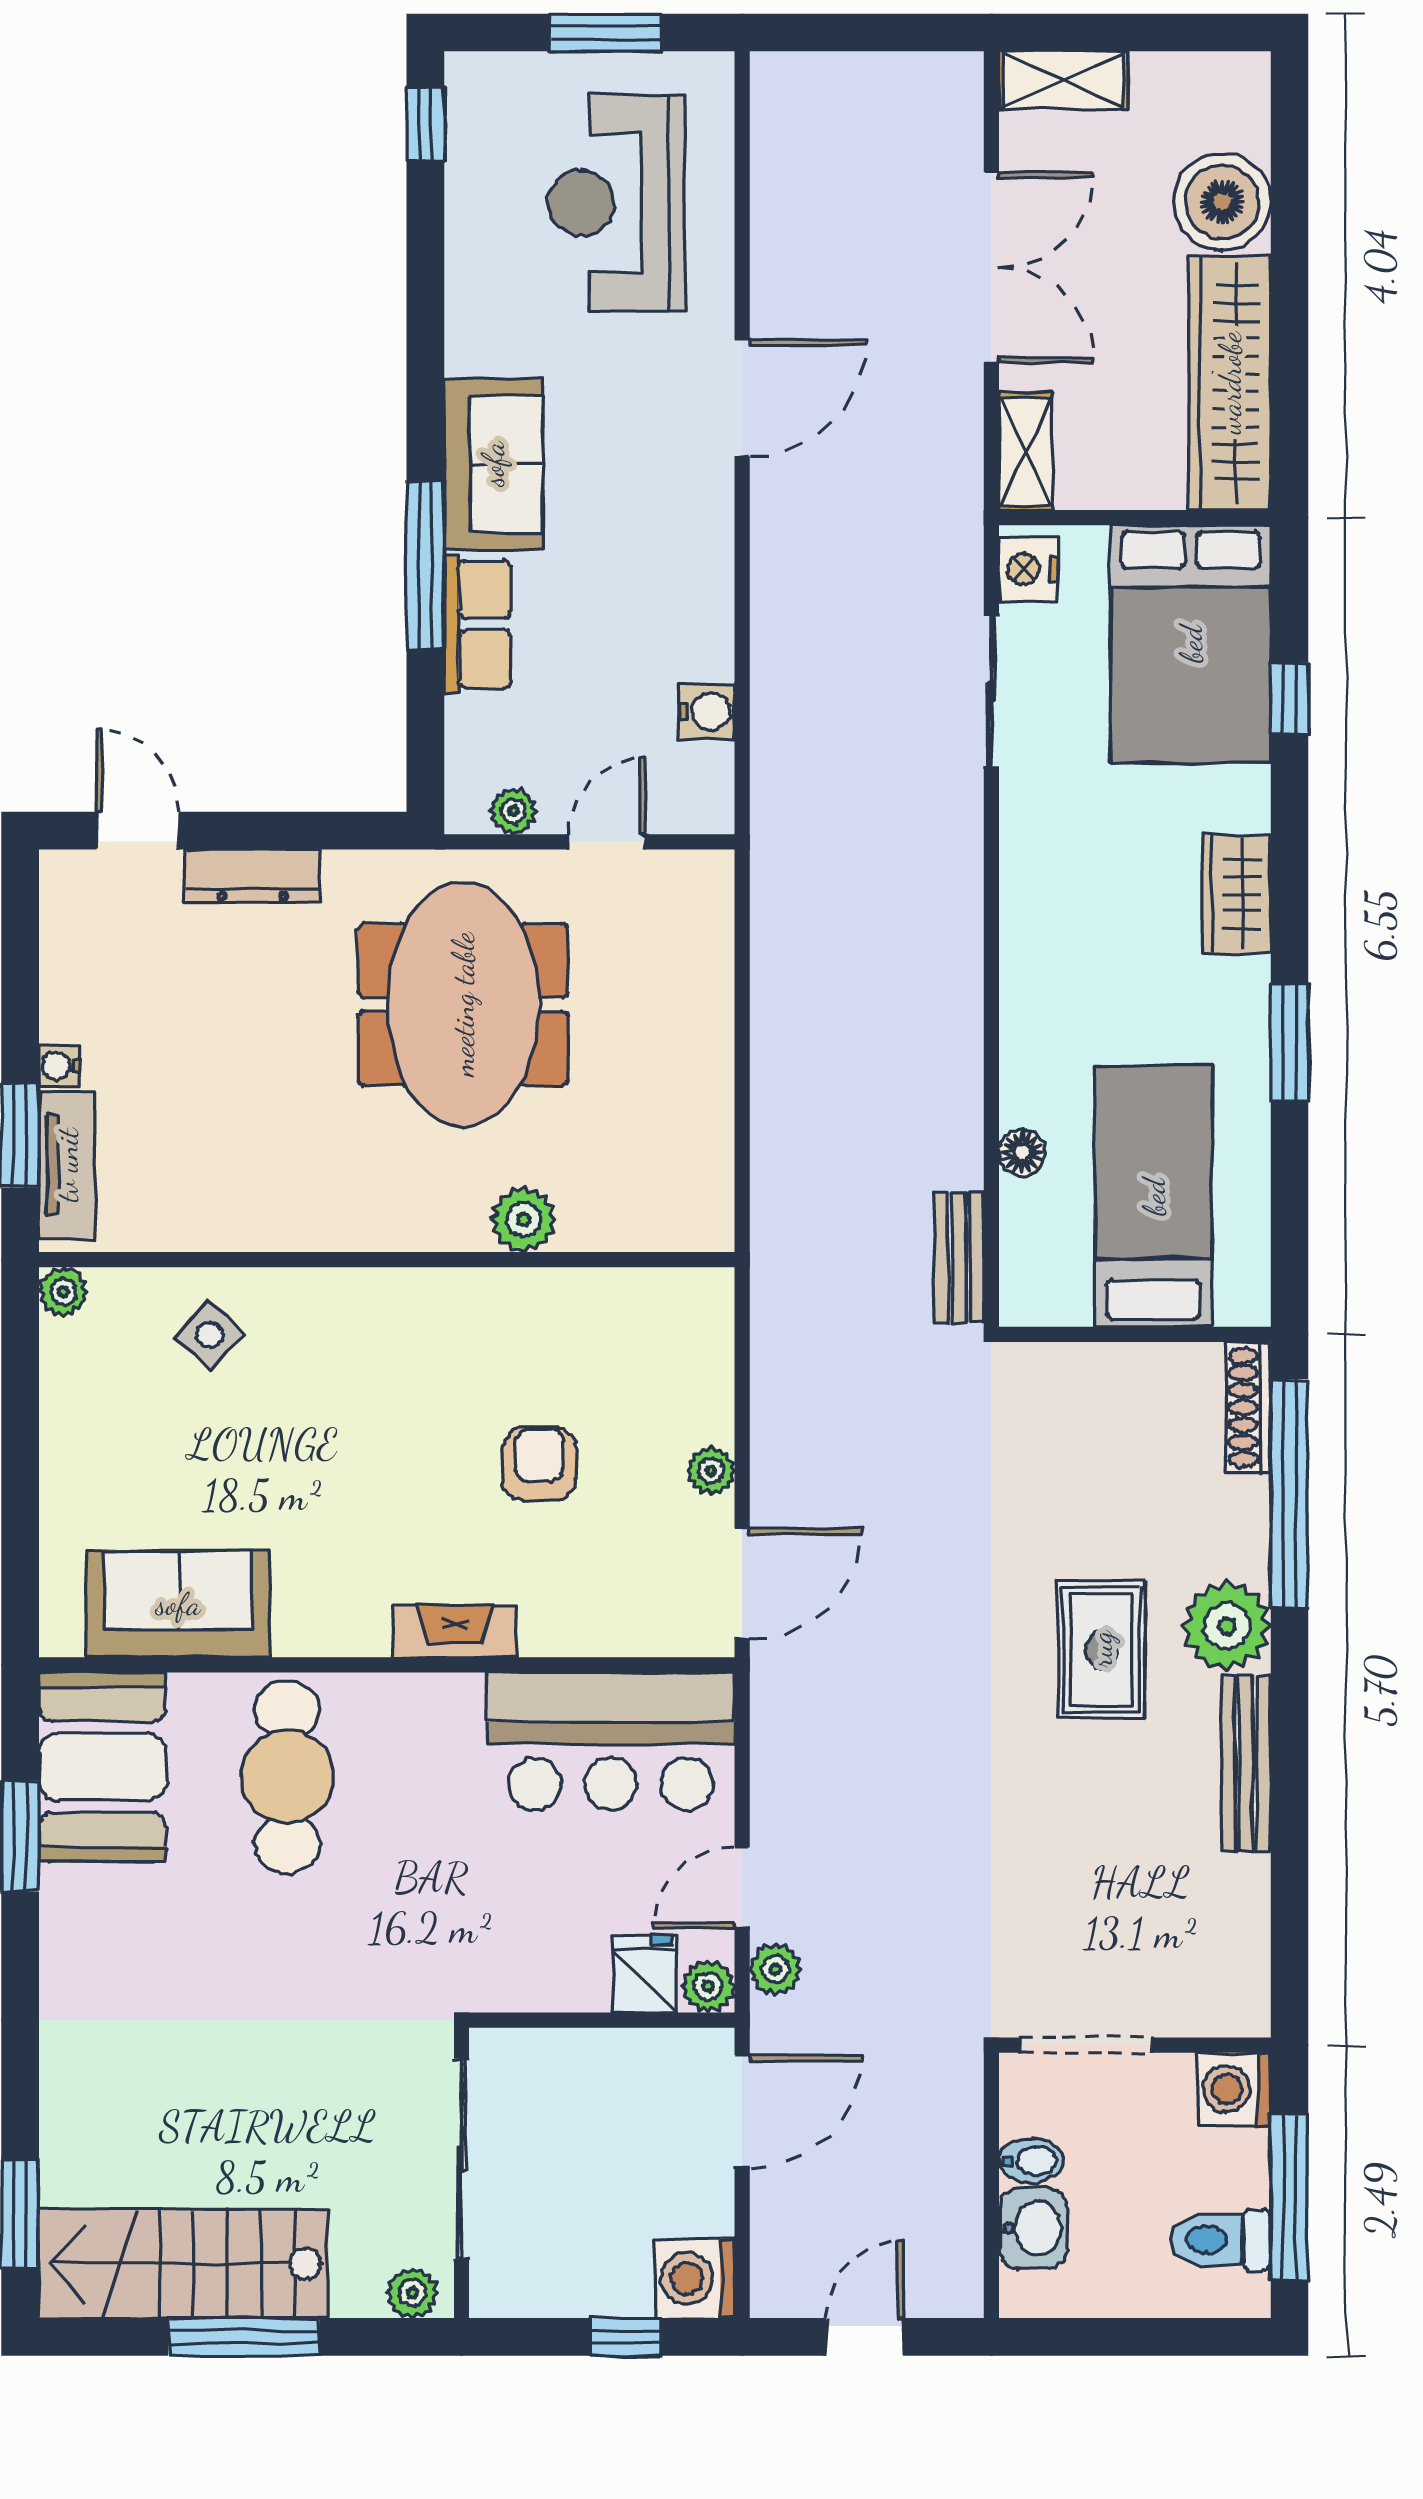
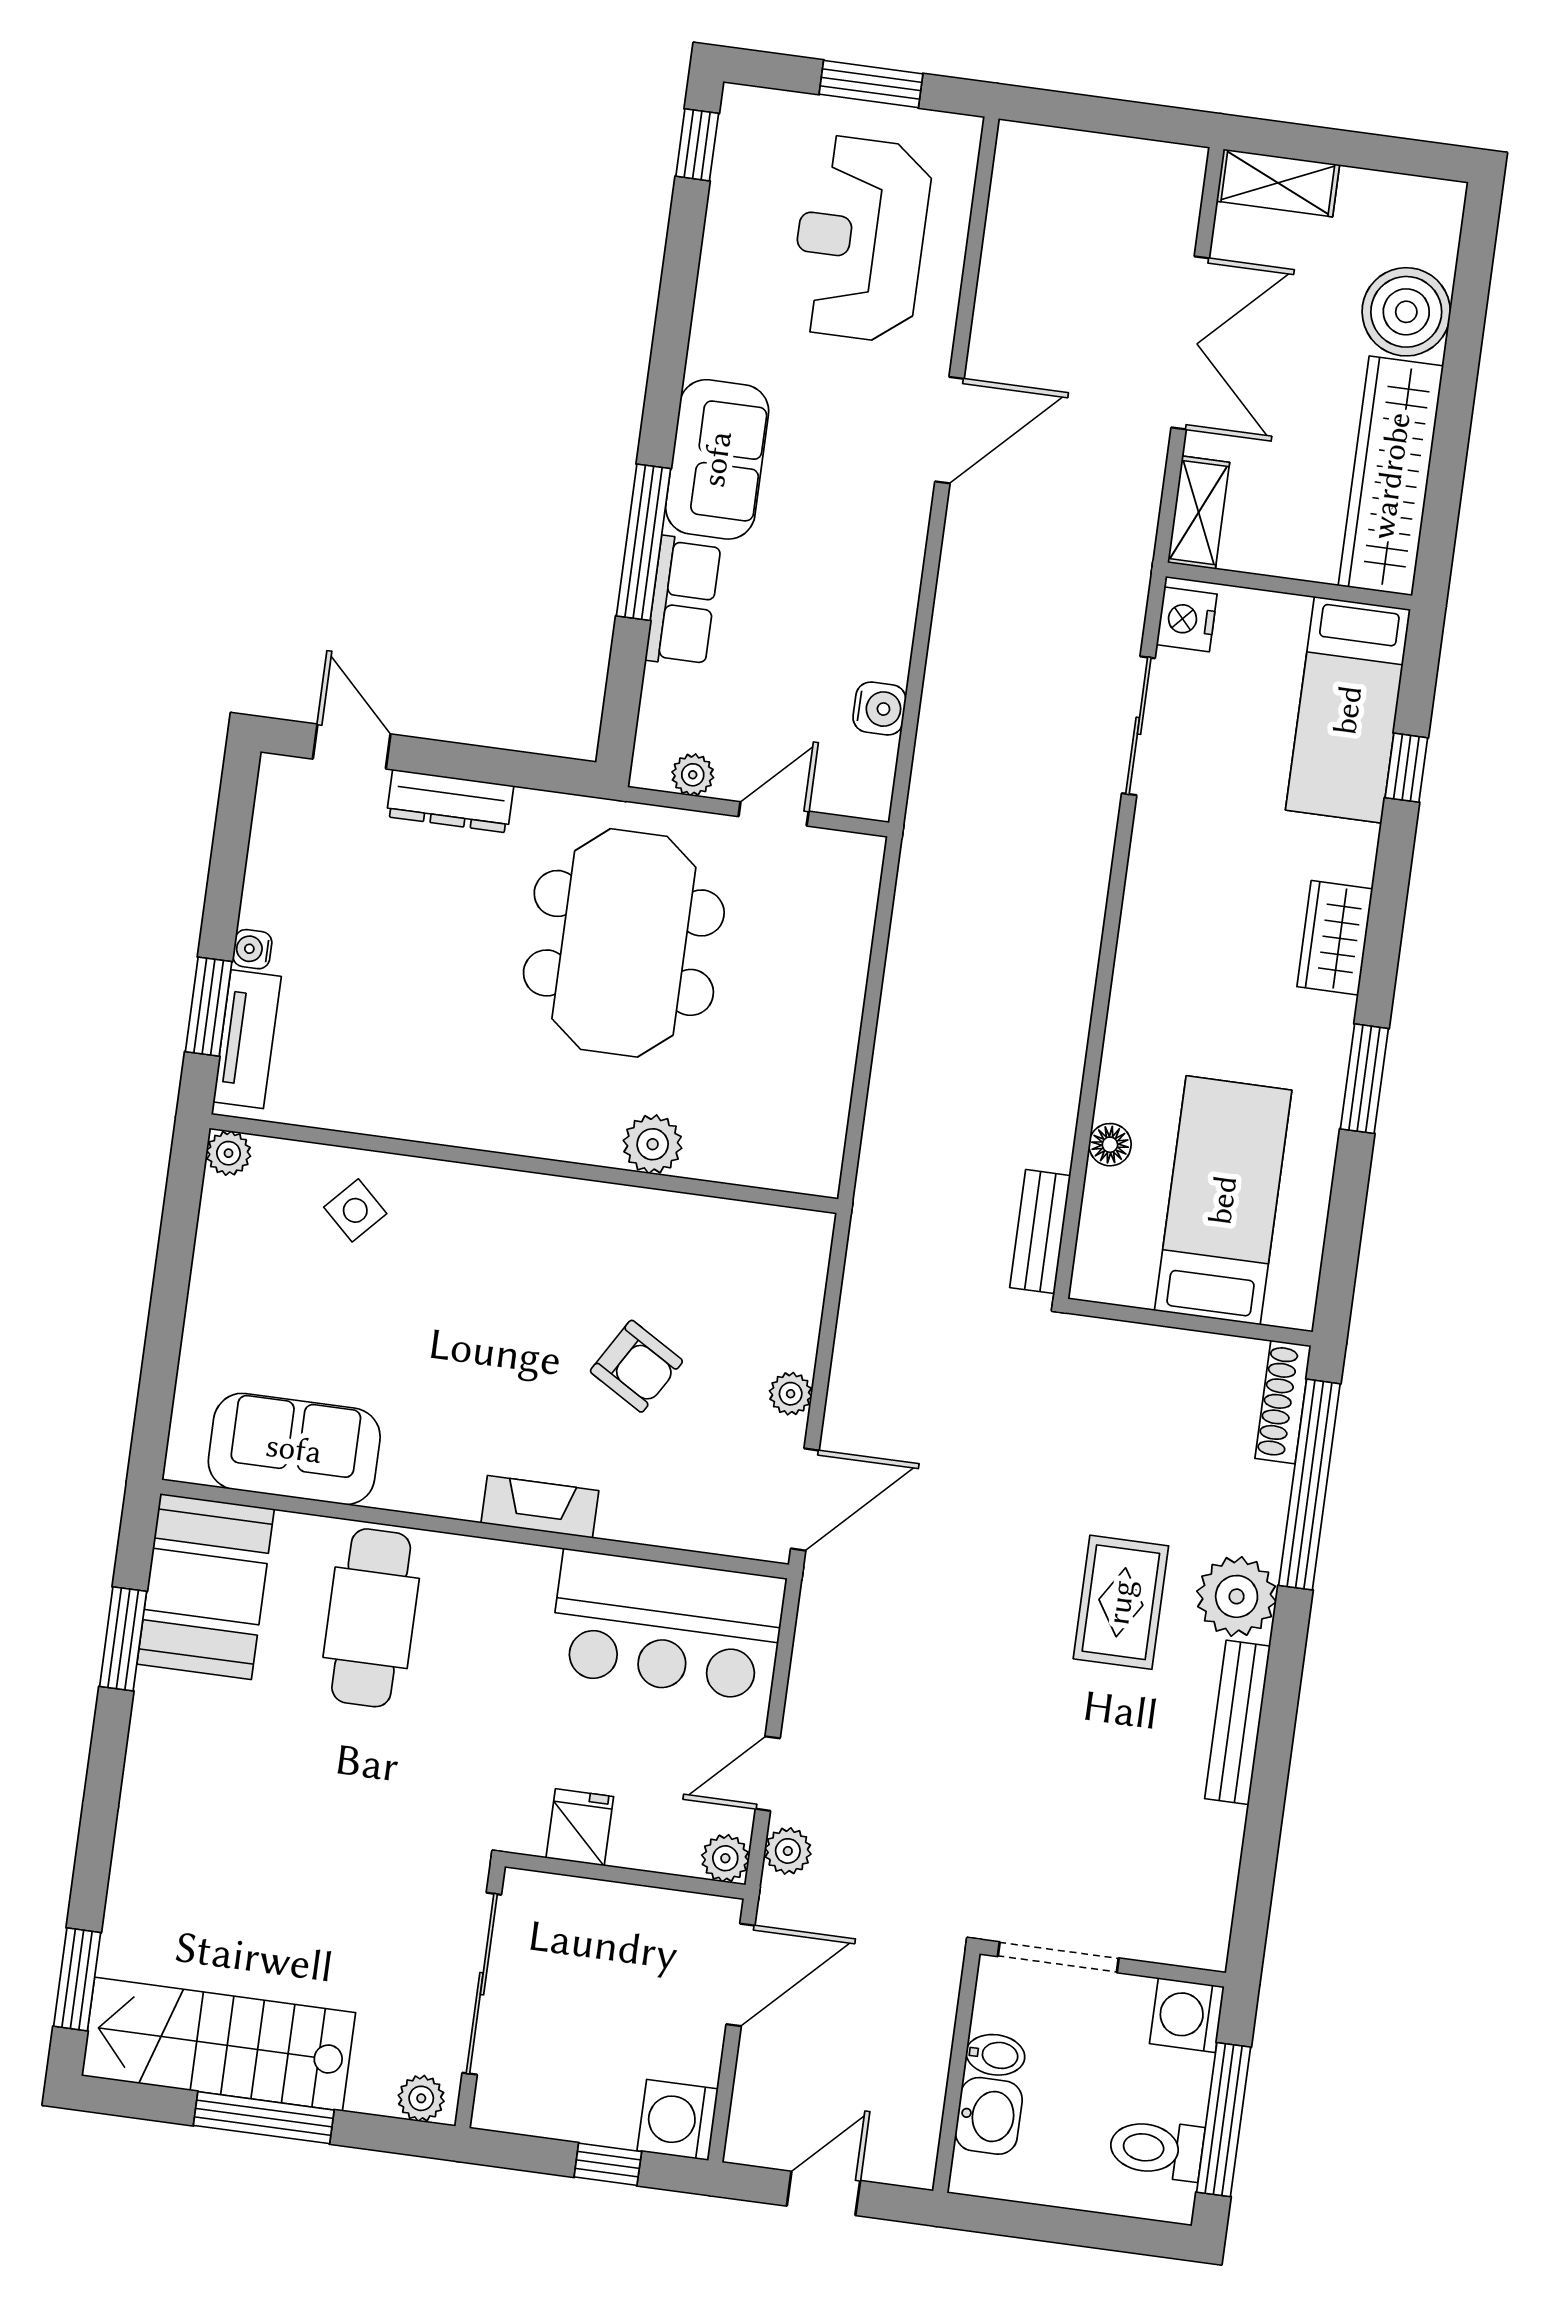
bed: (1191, 644) -> (1348, 710), width x0.67
armchair: (539, 1464) -> (636, 1366), turned 121
fridge: (645, 1974) -> (580, 1827), moved

